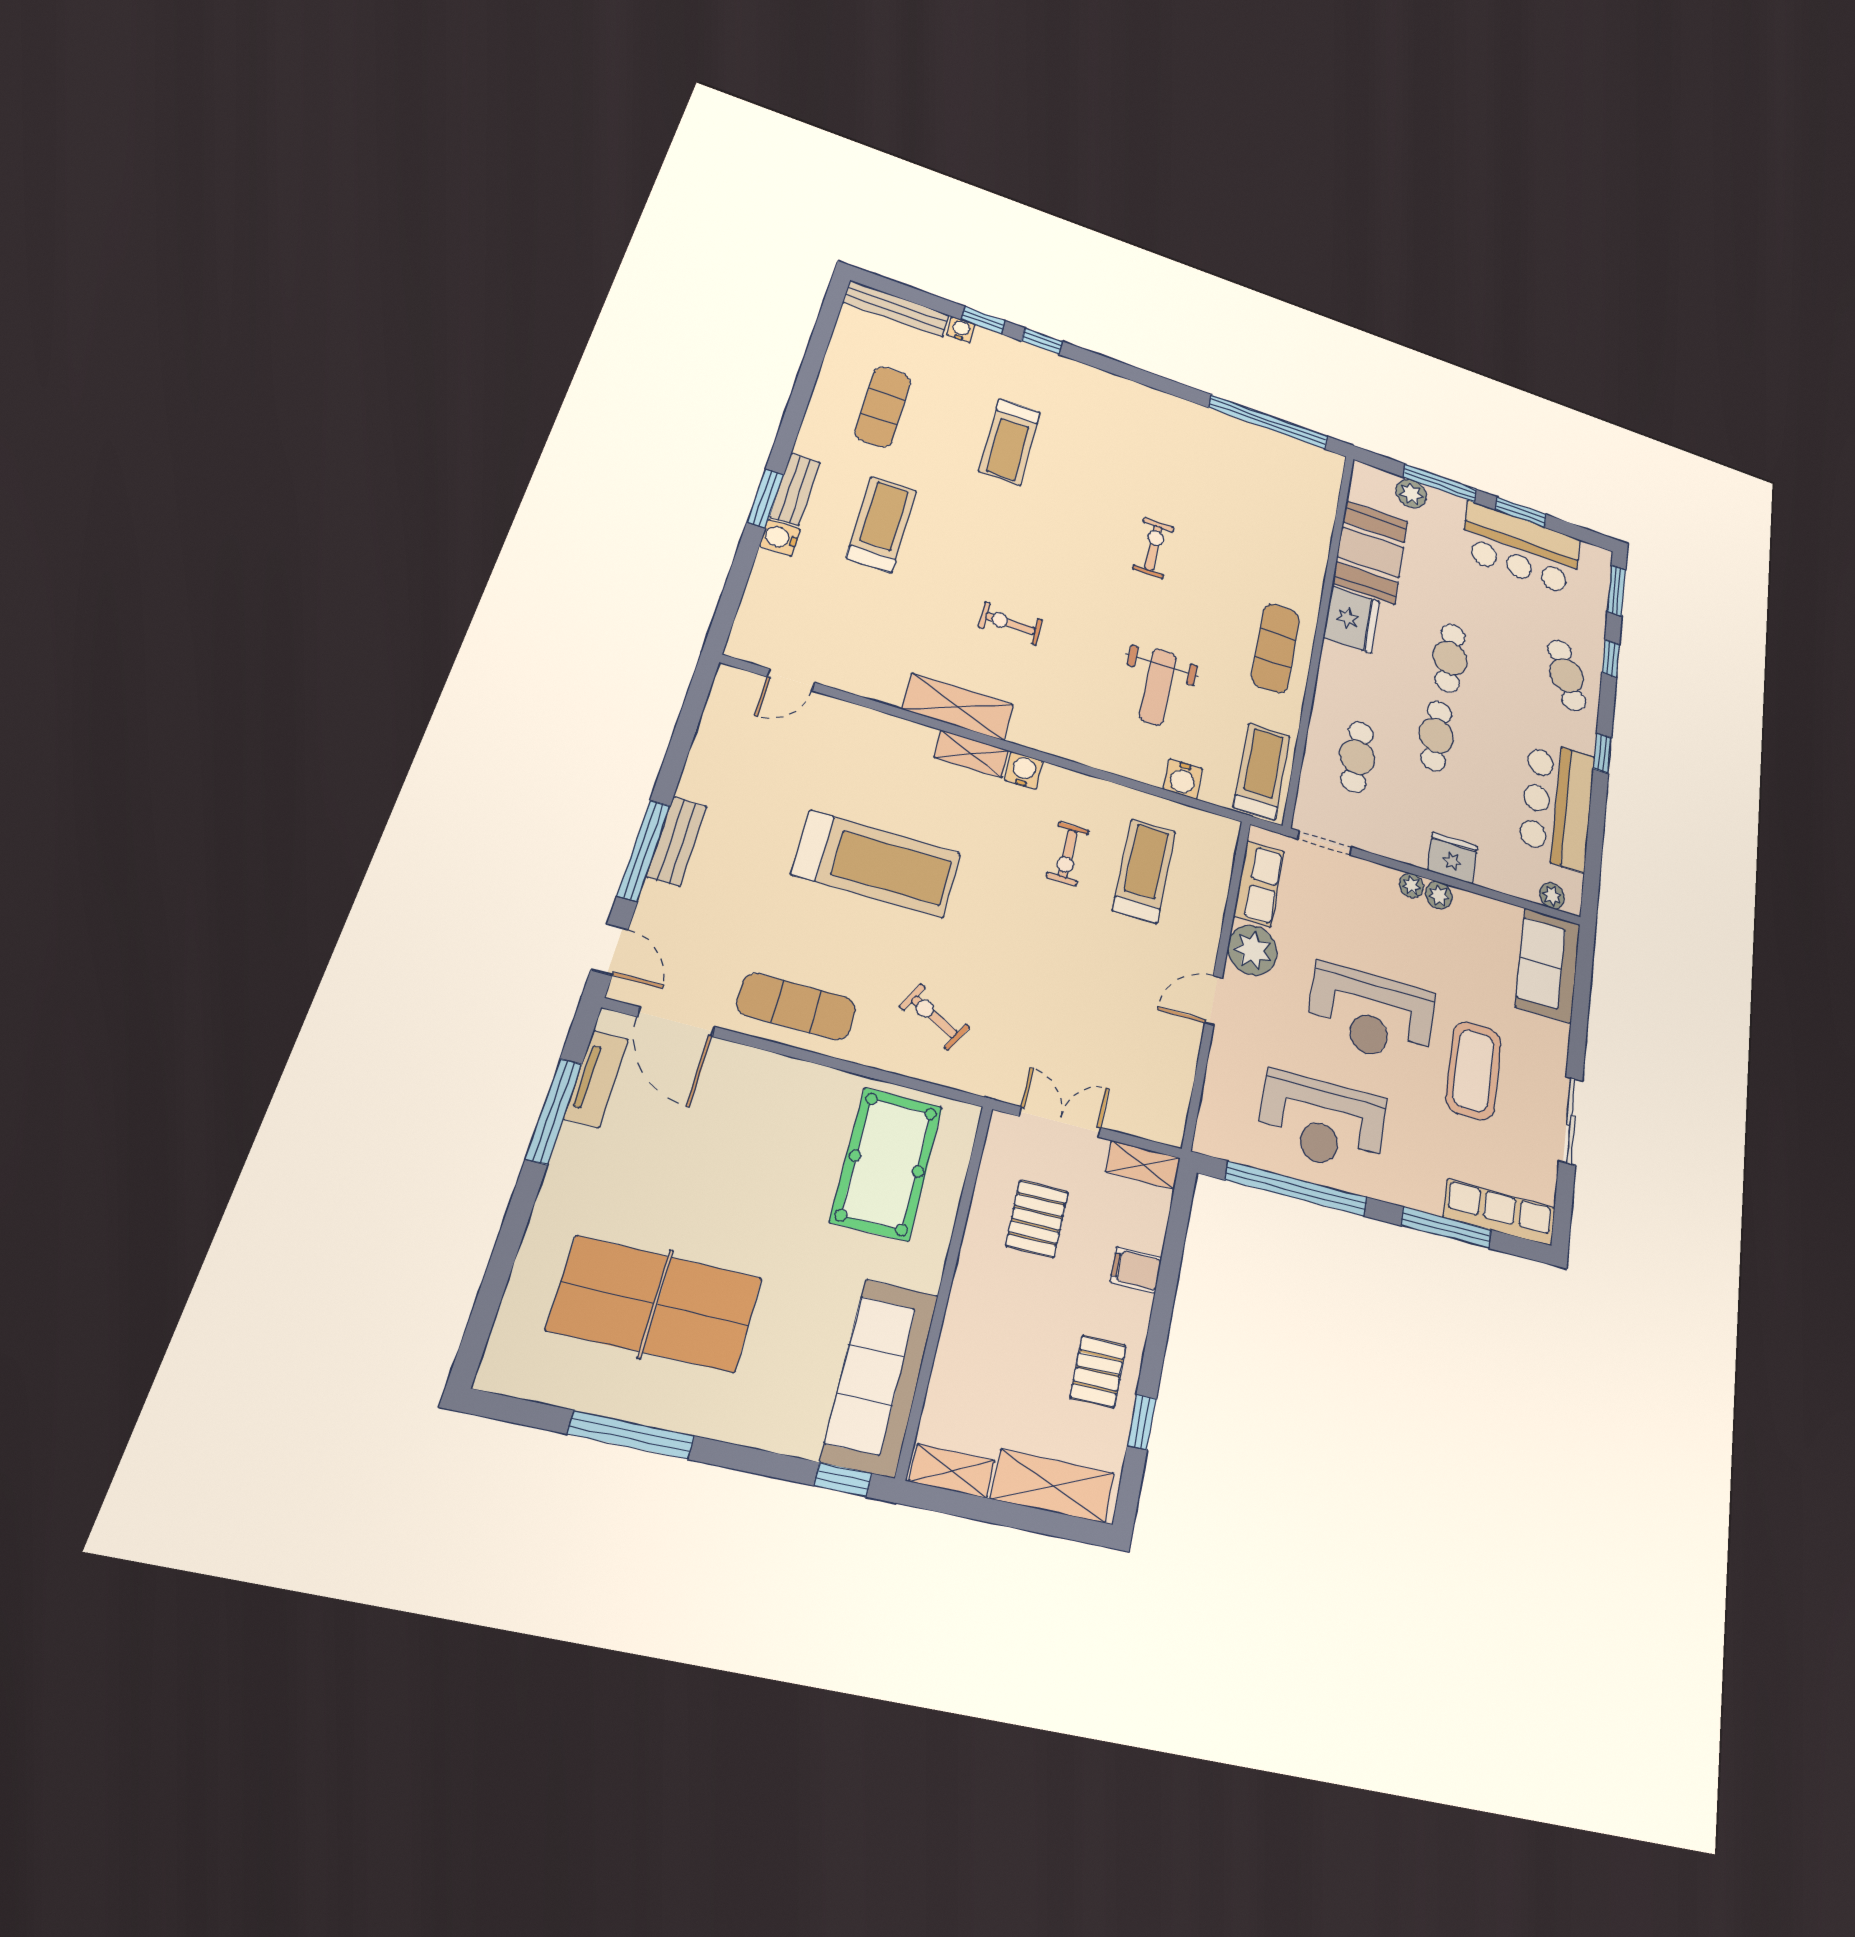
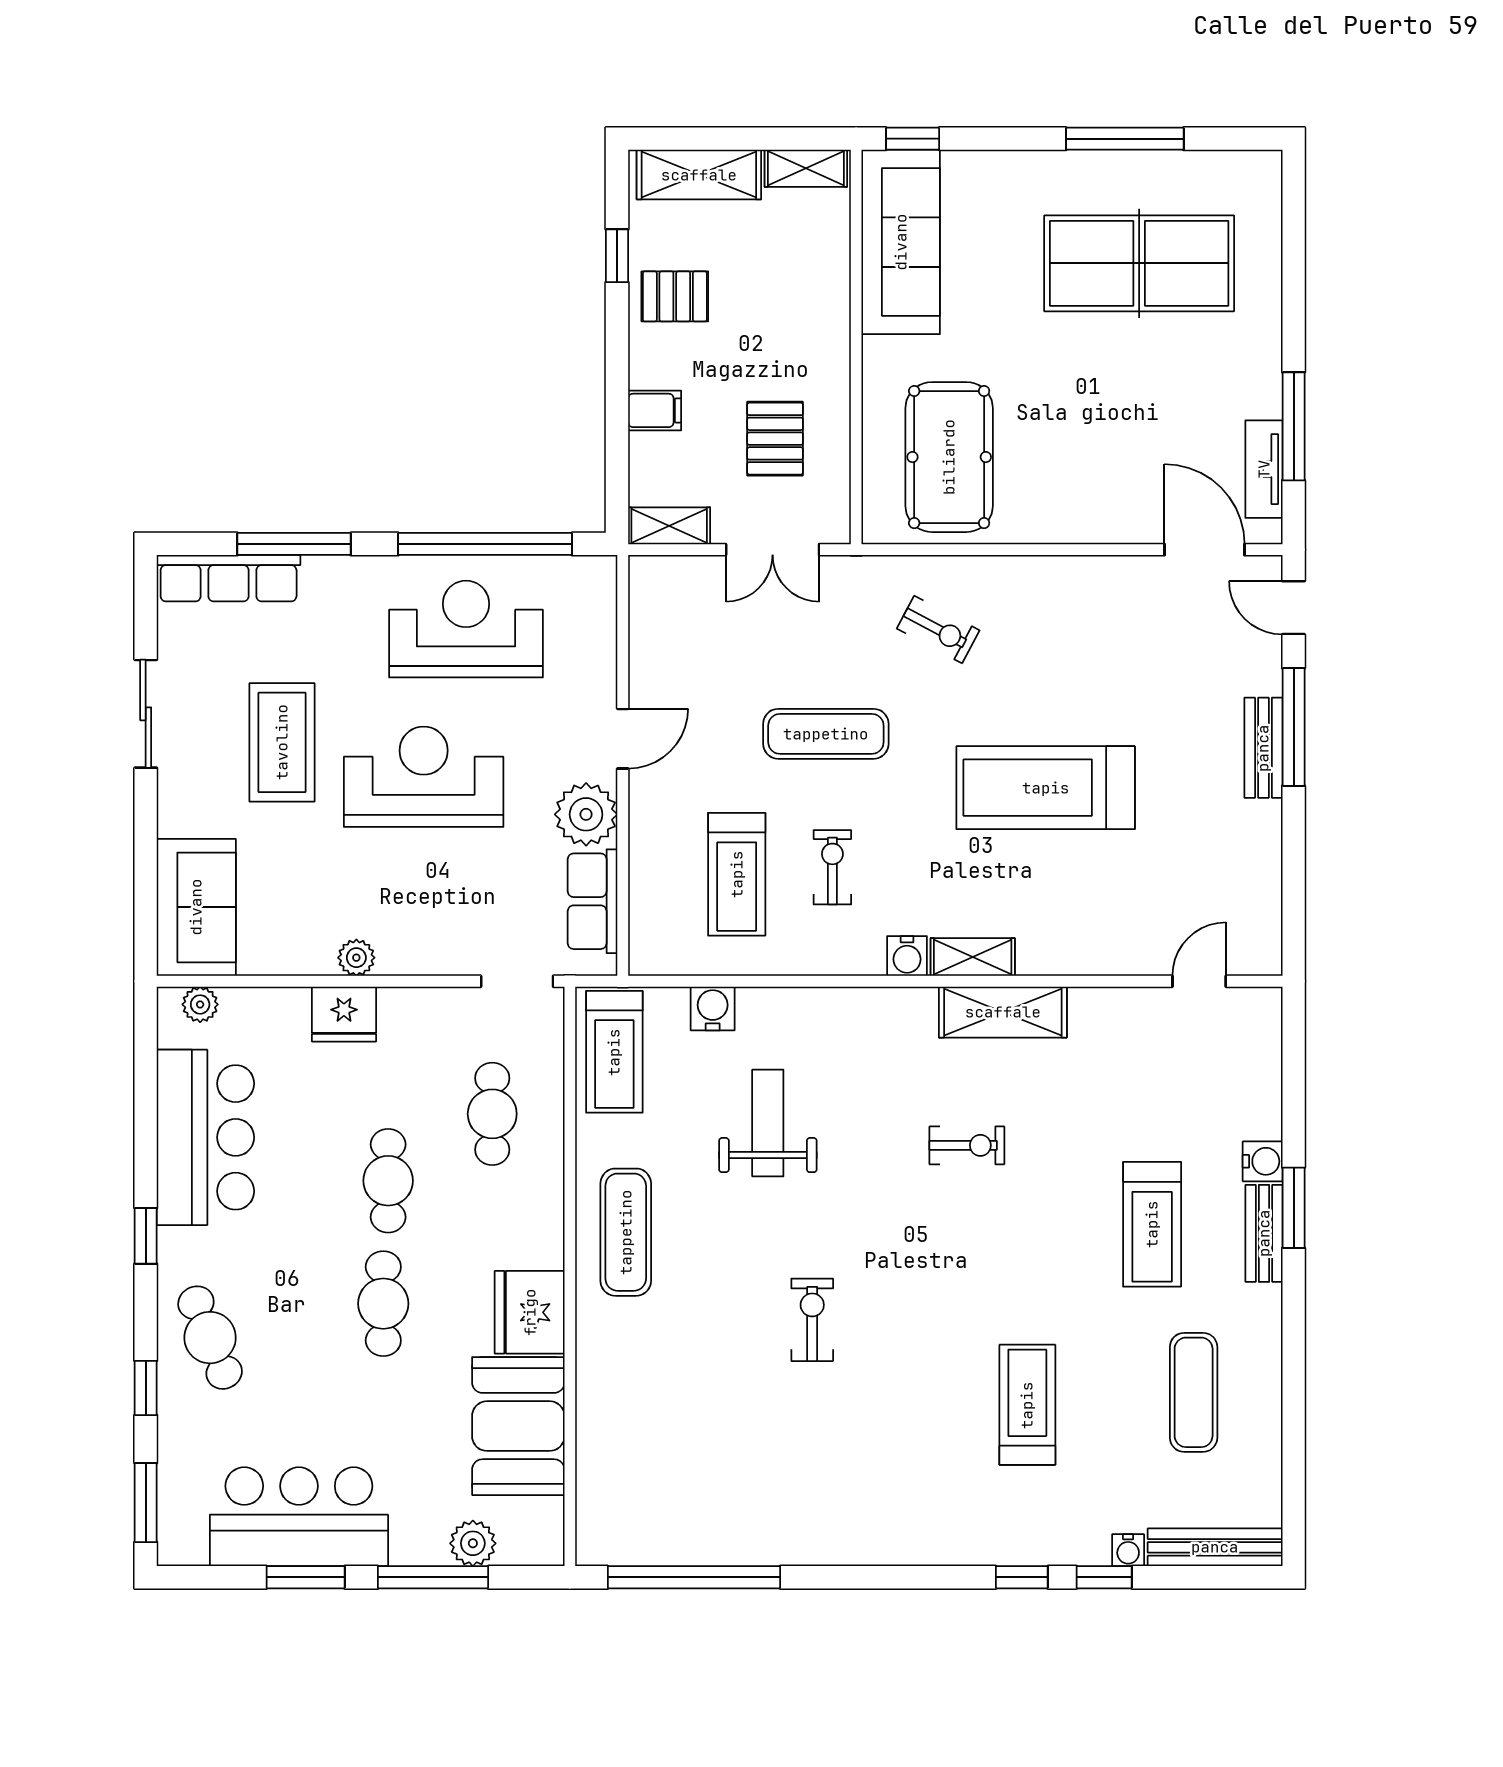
exercise bike: (1154, 548) -> (812, 1320), turned 180
plant: (1411, 885) -> (395, 960), removed
exercise mat: (796, 1006) -> (826, 734), moved
pallet: (1098, 1371) -> (675, 296), turned 90

